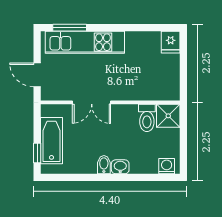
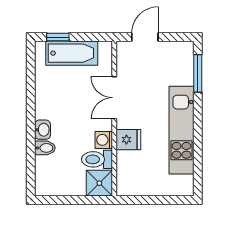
kitchen unit: (85, 42) -> (181, 130), moved
fridge: (171, 42) -> (128, 140), moved, turned 180
bidet: (104, 165) -> (45, 148), moved
washing machine: (167, 166) -> (104, 140), moved, turned 180

